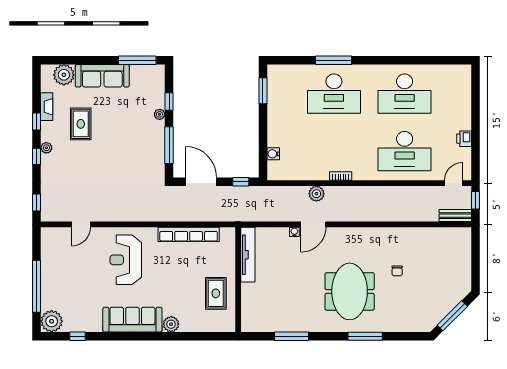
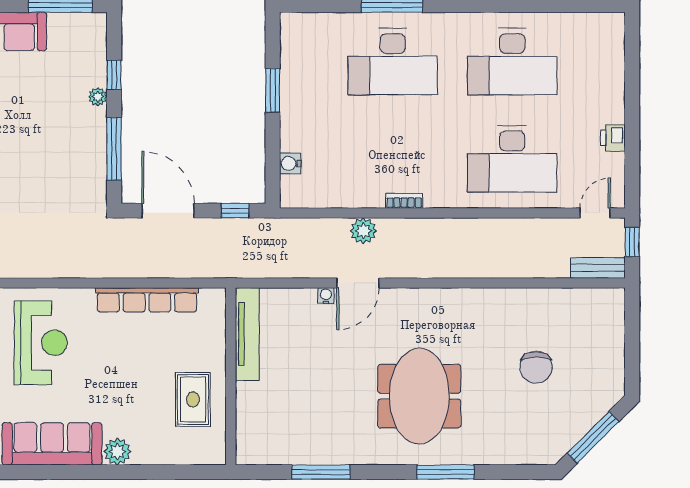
window: (263, 91) -> (273, 90), moved
reception desk: (126, 260) -> (41, 343), turned 180
chair: (397, 271) -> (536, 367), moved, width x1.87, depth x1.87

